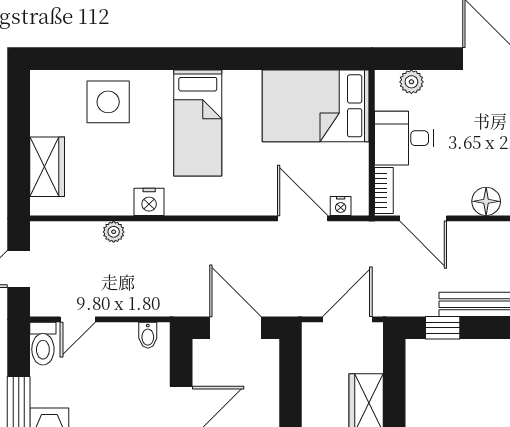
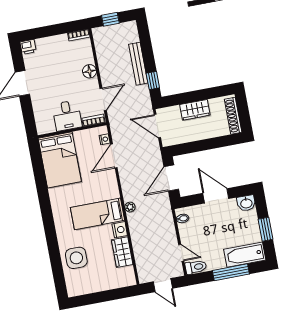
plant: (411, 82) -> (40, 117), removed
bed: (198, 123) -> (98, 214), moved, turned 180
wardrobe: (47, 167) -> (122, 252), moved, turned -90
plant: (114, 232) -> (130, 207), moved

